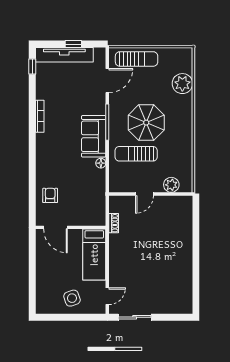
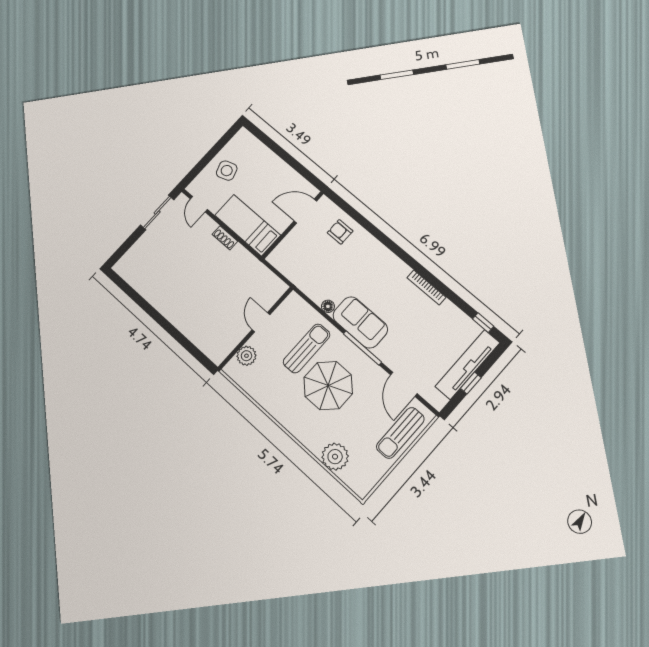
armchair: (50, 195) -> (340, 232), turned 180
shoe rack: (114, 223) -> (225, 238), moved

